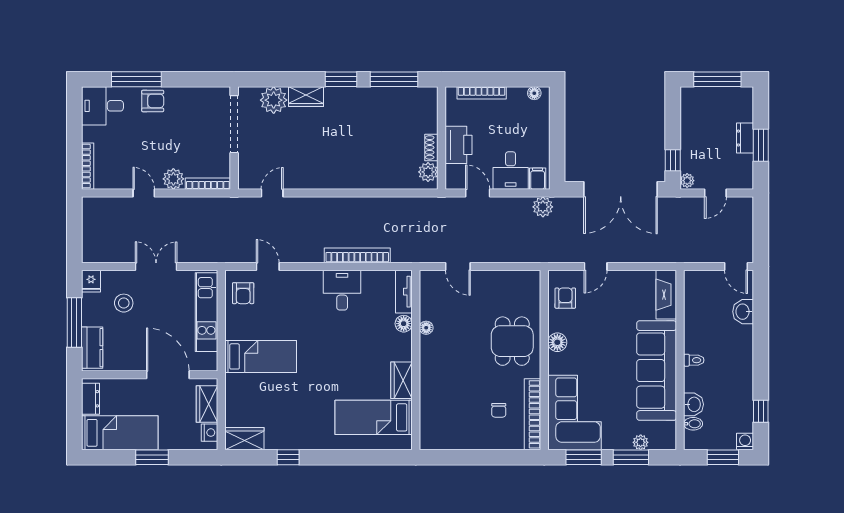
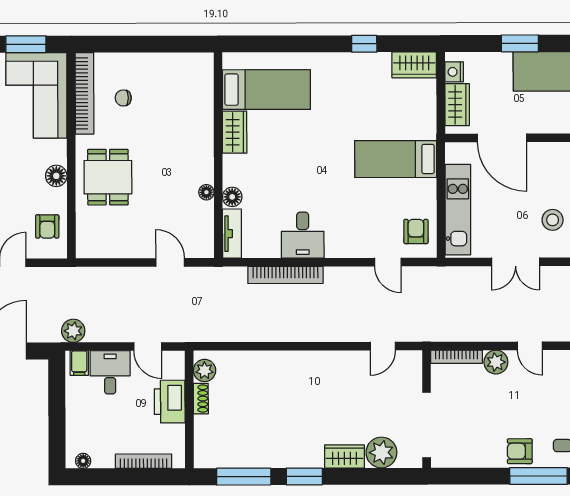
chair: (499, 410) -> (123, 98), turned -90

